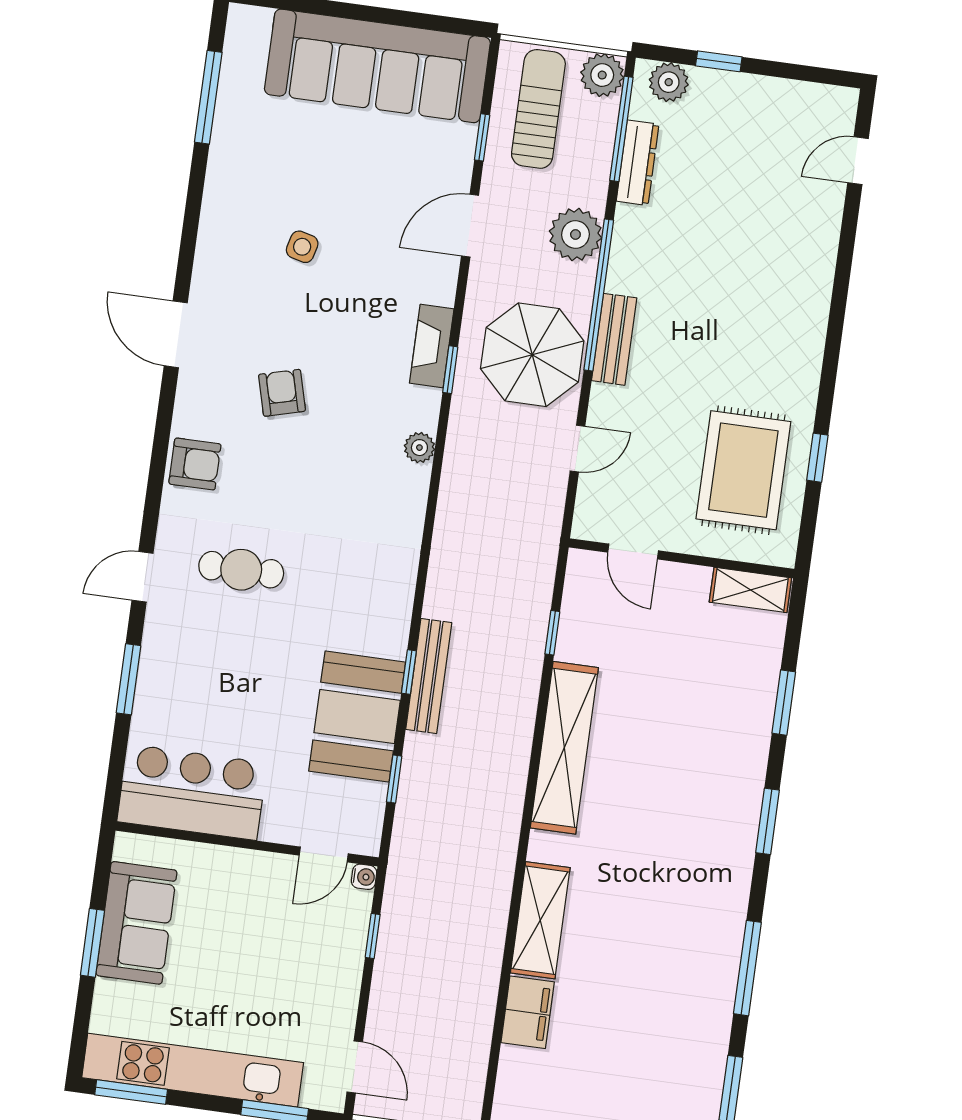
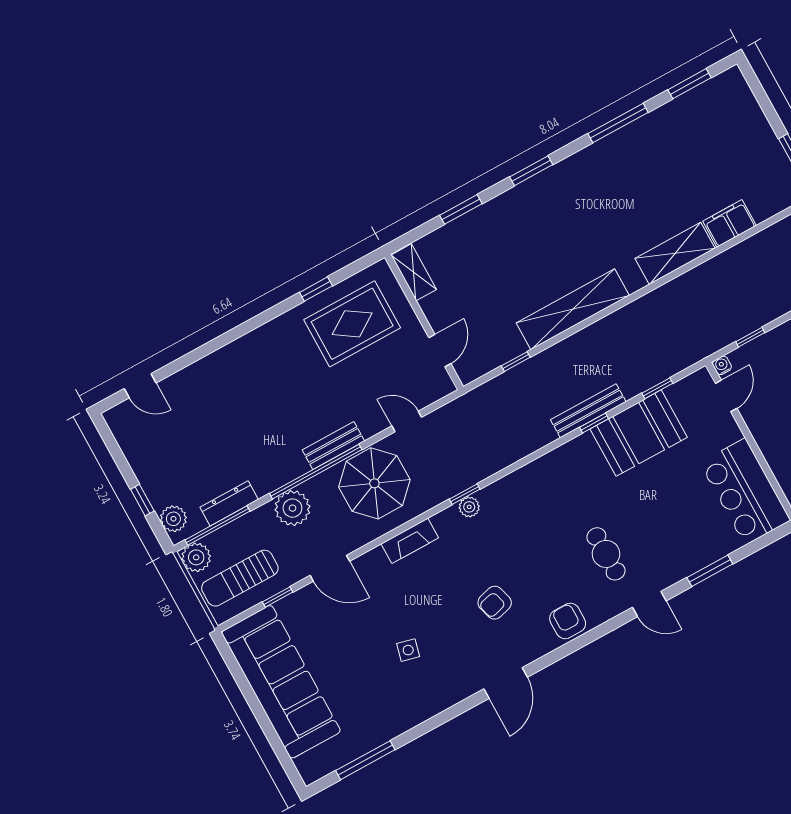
window: (450, 370) -> (465, 494), moved
door: (324, 854) -> (726, 396), hinge flipped

